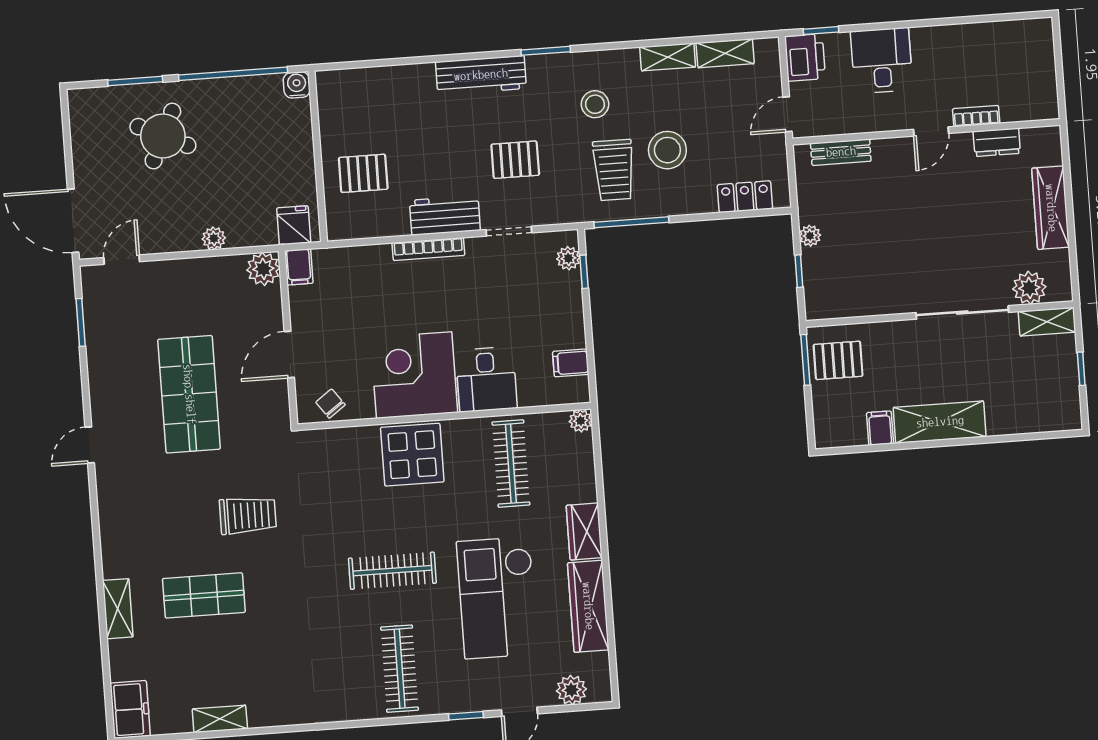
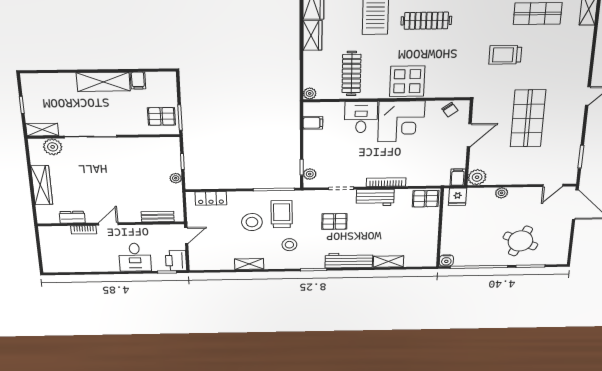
shelving: (725, 53) -> (388, 262), moved
pallet: (363, 173) -> (426, 199), moved

